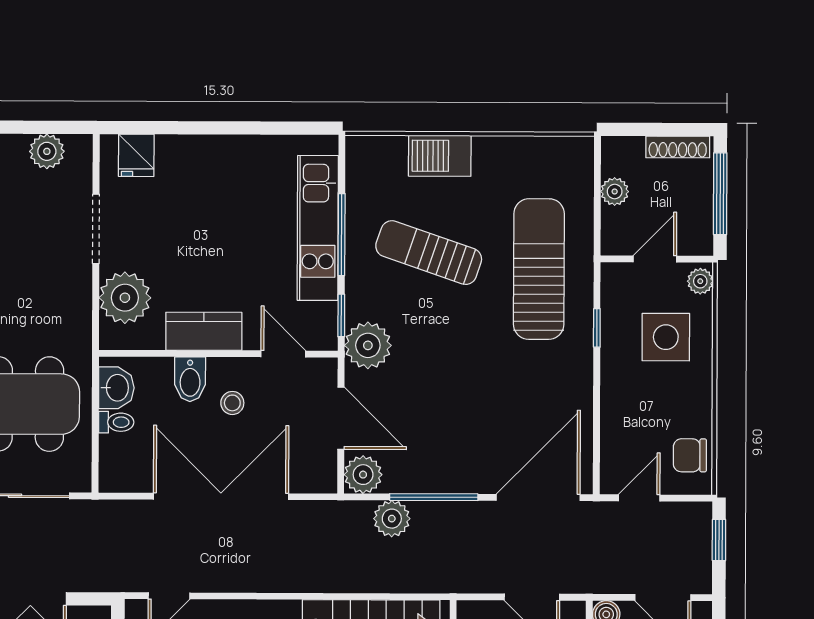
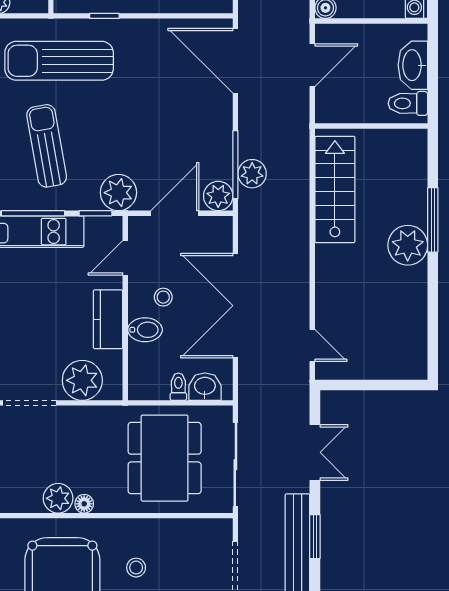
sun lounger: (429, 253) -> (47, 146), turned 151
washbasin: (116, 388) -> (205, 387), moved
window: (434, 497) -> (235, 165), moved

